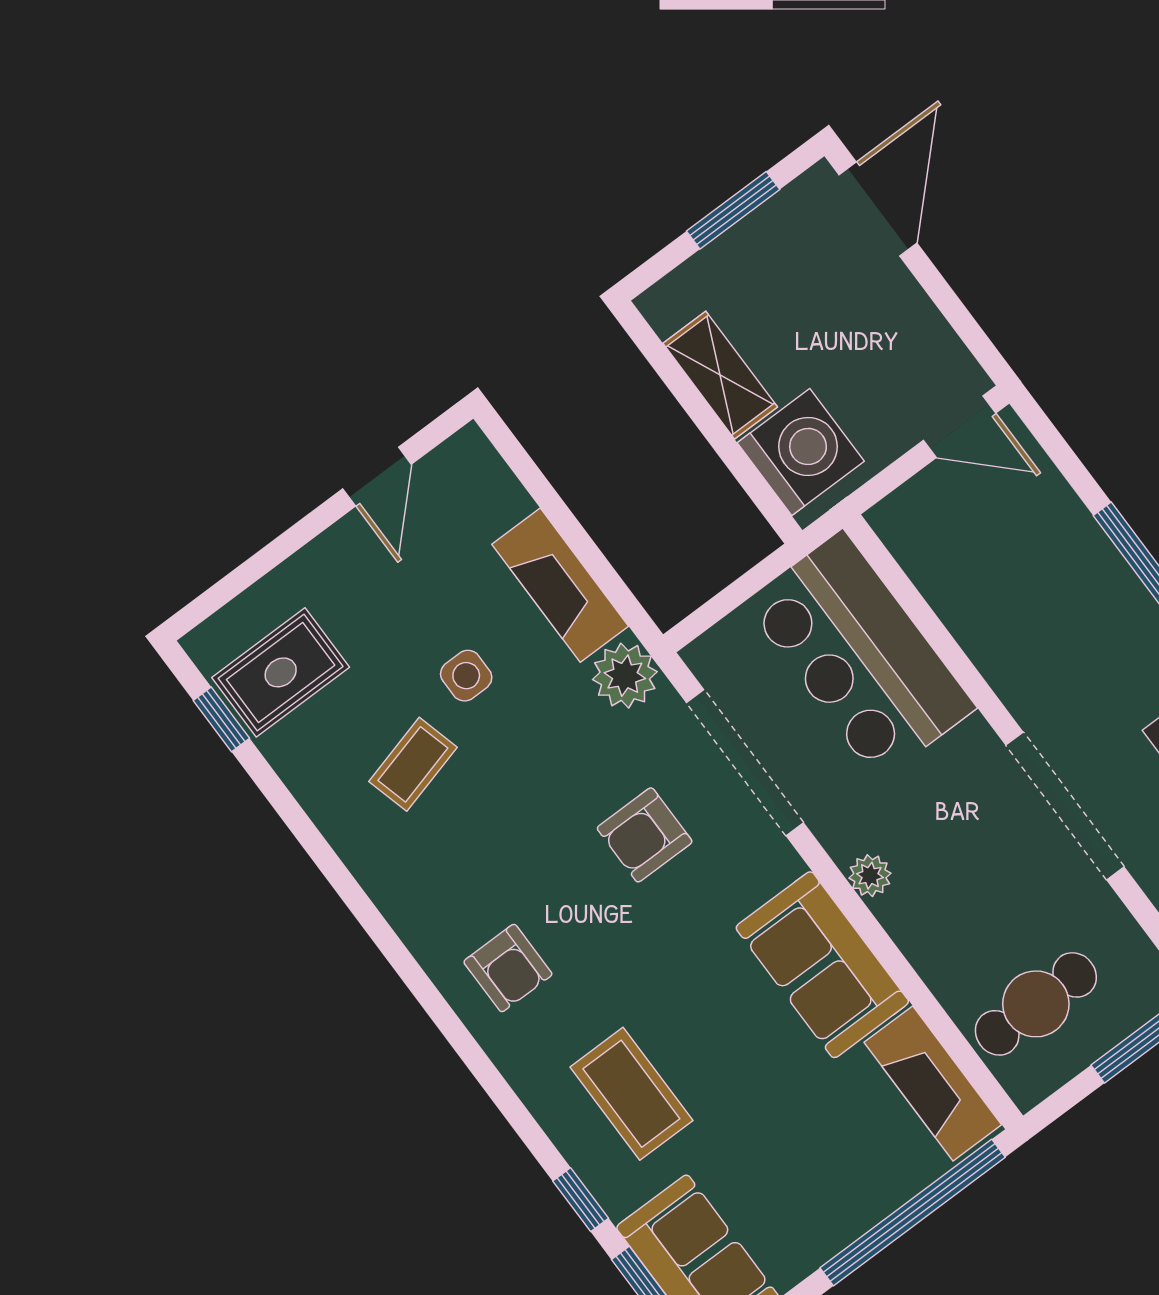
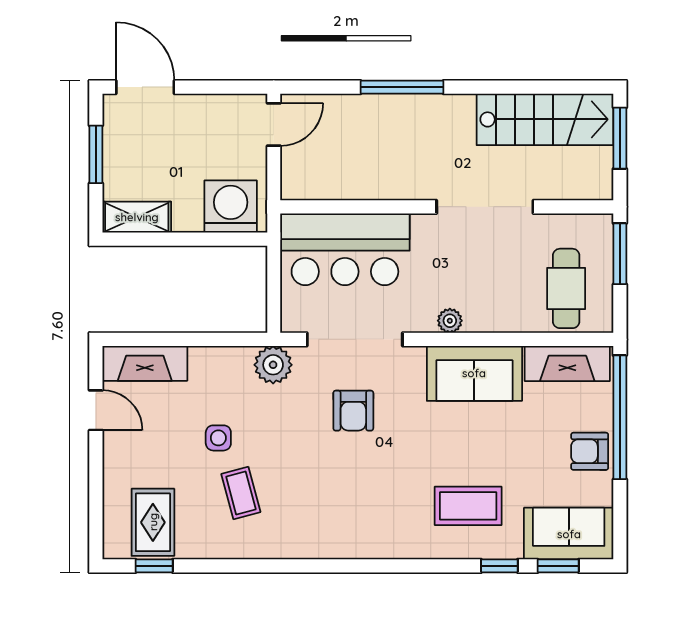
shelving: (720, 375) -> (137, 217), moved
fireplace: (560, 585) -> (145, 363), moved
armchair: (508, 968) -> (590, 451), moved, turned 180

